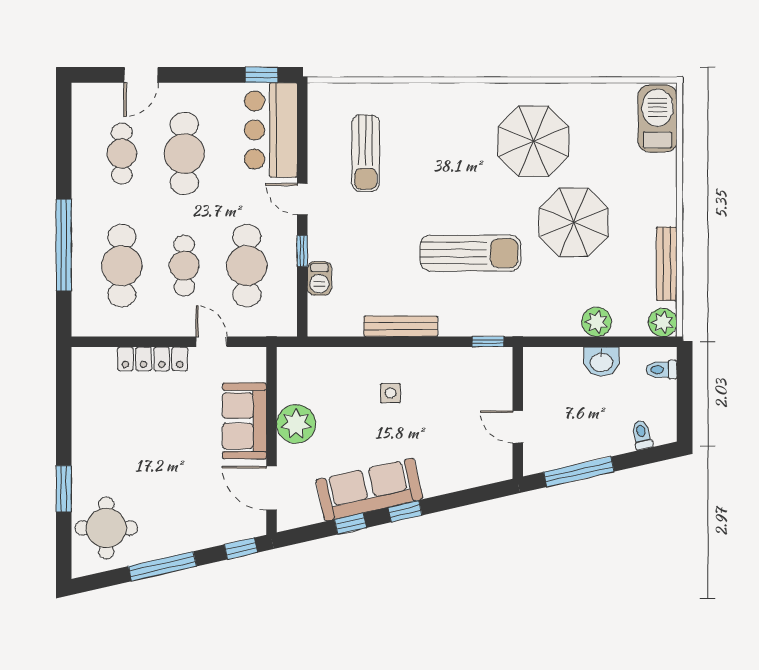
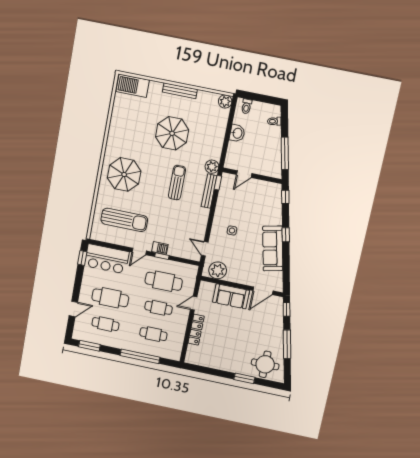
door: (141, 75) -> (73, 309), hinge flipped
window: (64, 126) -> (89, 346), added
parasol: (533, 141) -> (124, 175), moved
sun lounger: (366, 153) -> (124, 220), width x1.36, depth x1.34
sun lounger: (470, 253) -> (177, 183), width x0.73, depth x0.75
bench: (667, 264) -> (180, 91), moved
cafe table: (122, 266) -> (153, 334), width x0.73, depth x0.74
barbecue: (319, 278) -> (160, 248), moved
plant: (597, 322) -> (212, 167), moved
bench: (401, 326) -> (209, 191), moved
door: (338, 342) -> (205, 249), added
plant: (296, 424) -> (218, 270), moved
door: (518, 427) -> (244, 174), moved
window: (350, 524) -> (285, 197), moved

